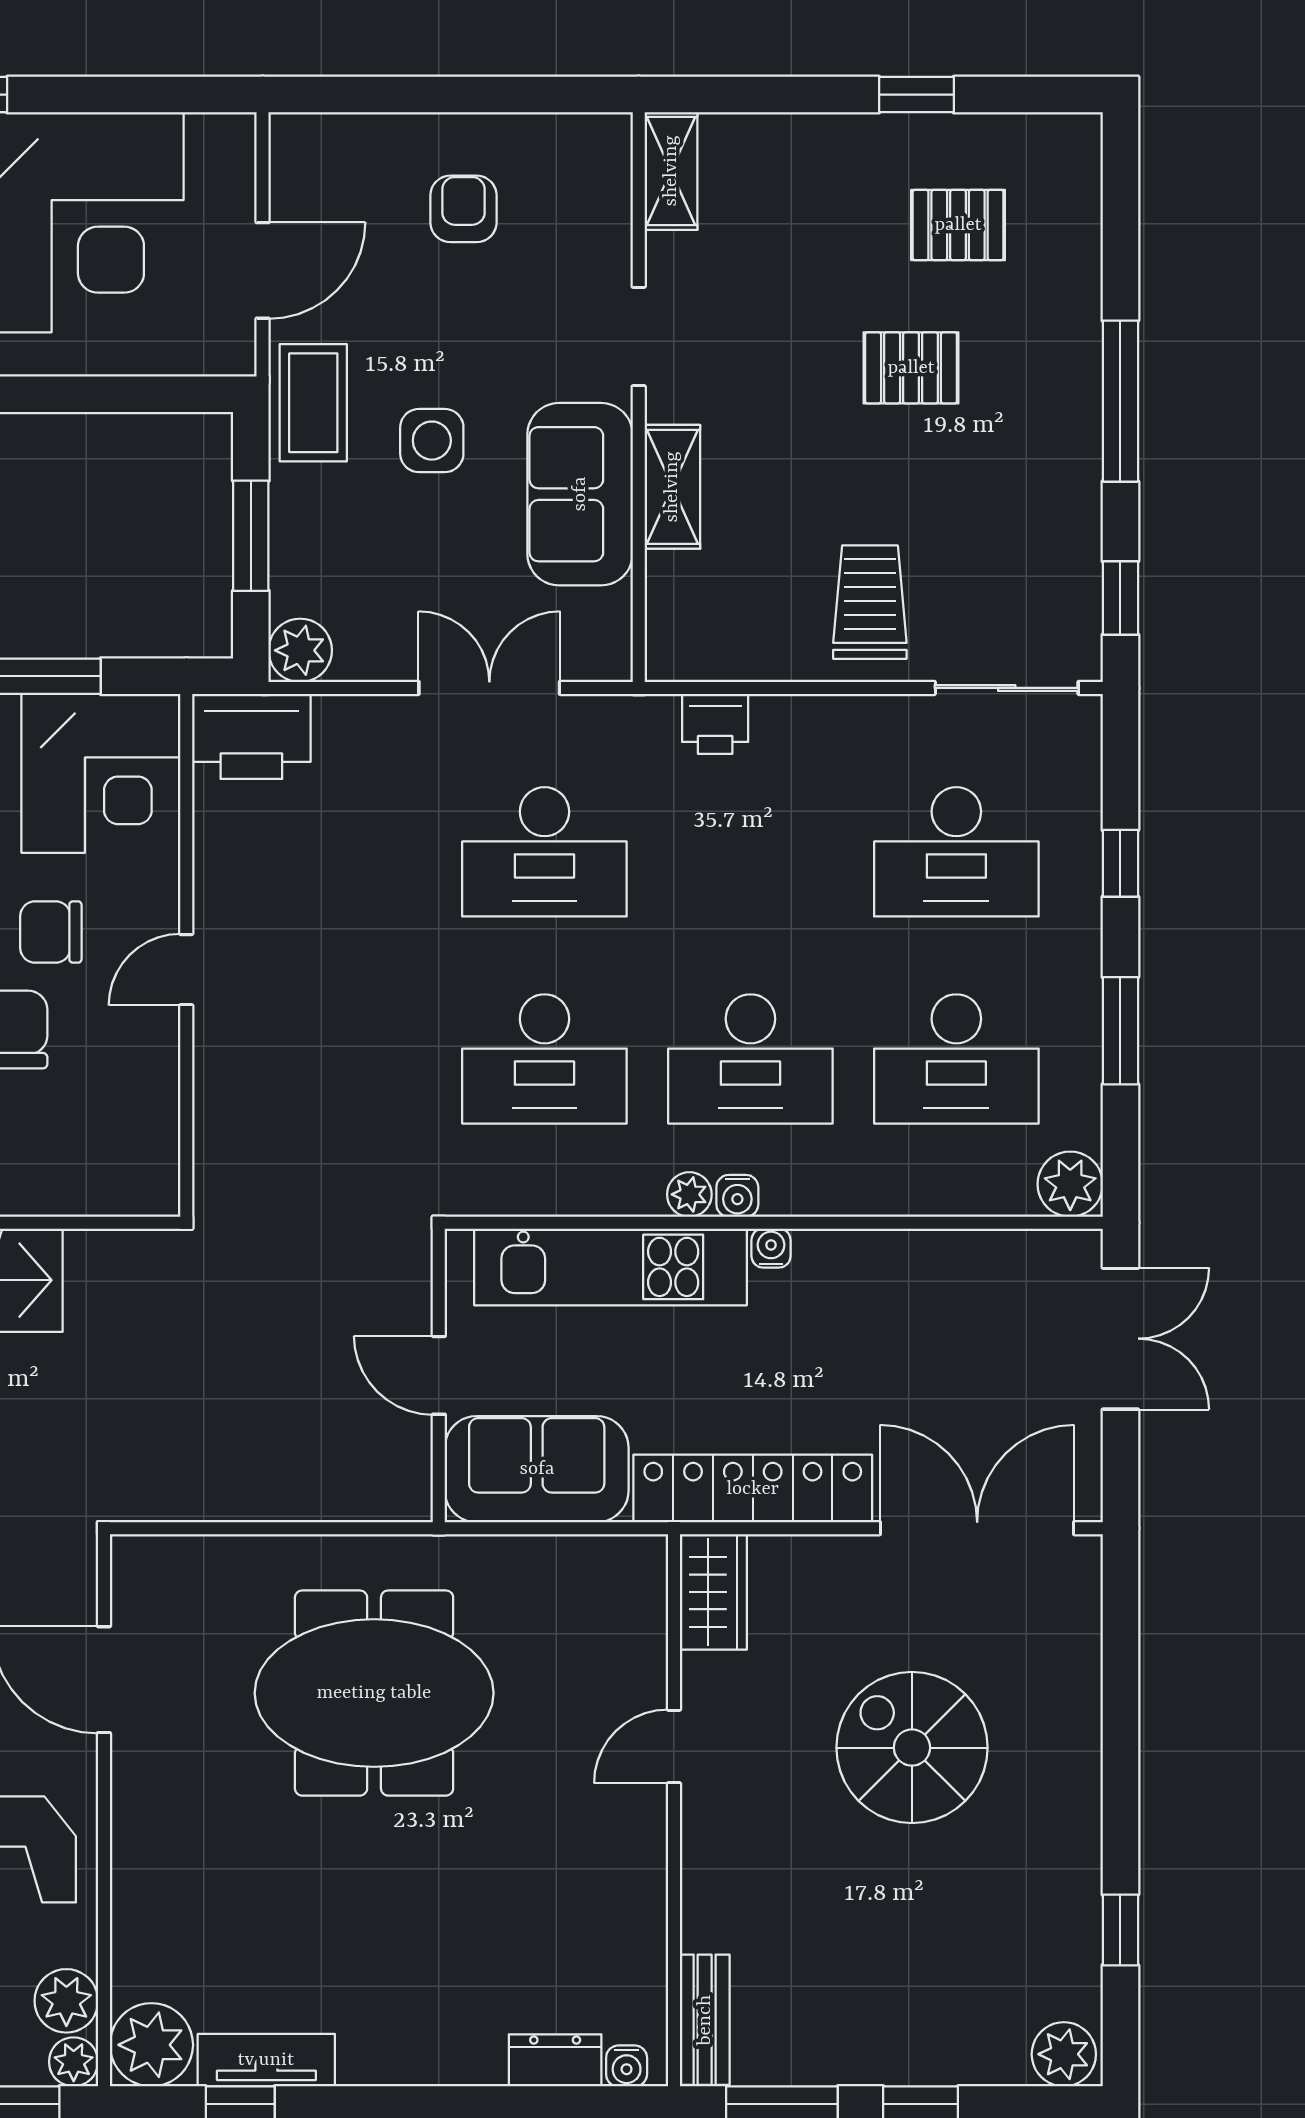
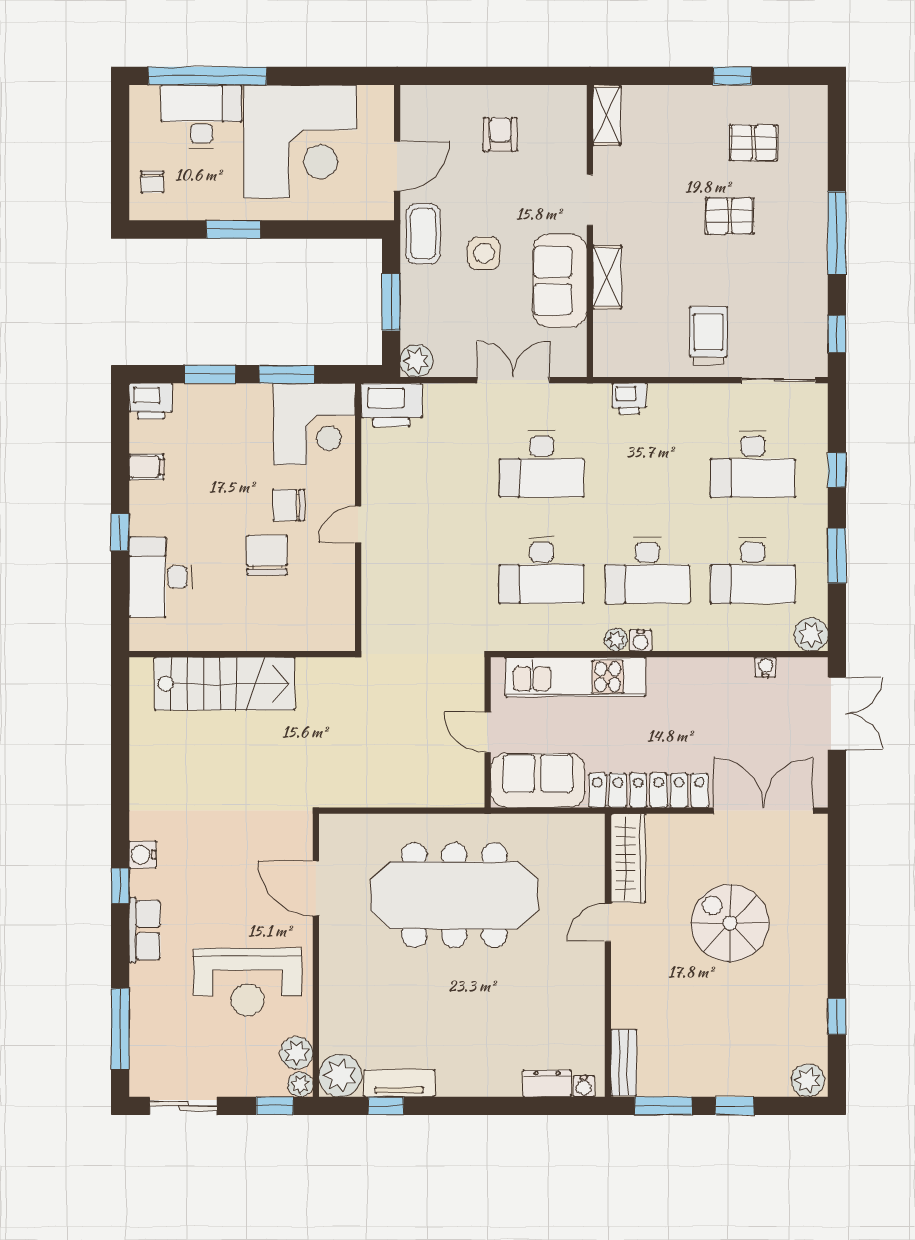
water cooler: (771, 1248) -> (765, 667), moved
wardrobe: (713, 1592) -> (628, 858), width x1.50
meeting table: (374, 1693) -> (454, 895), width x1.36

